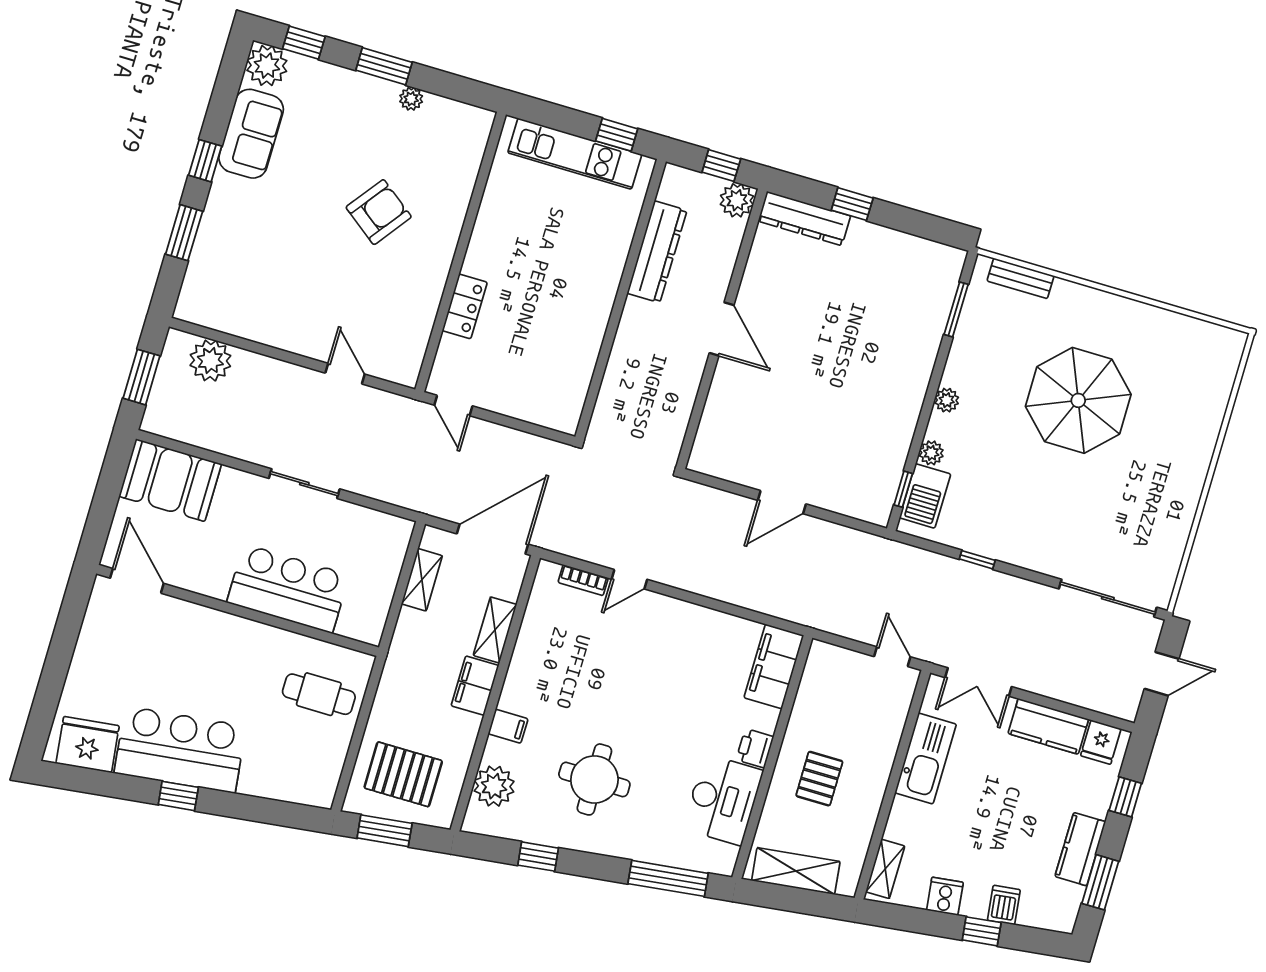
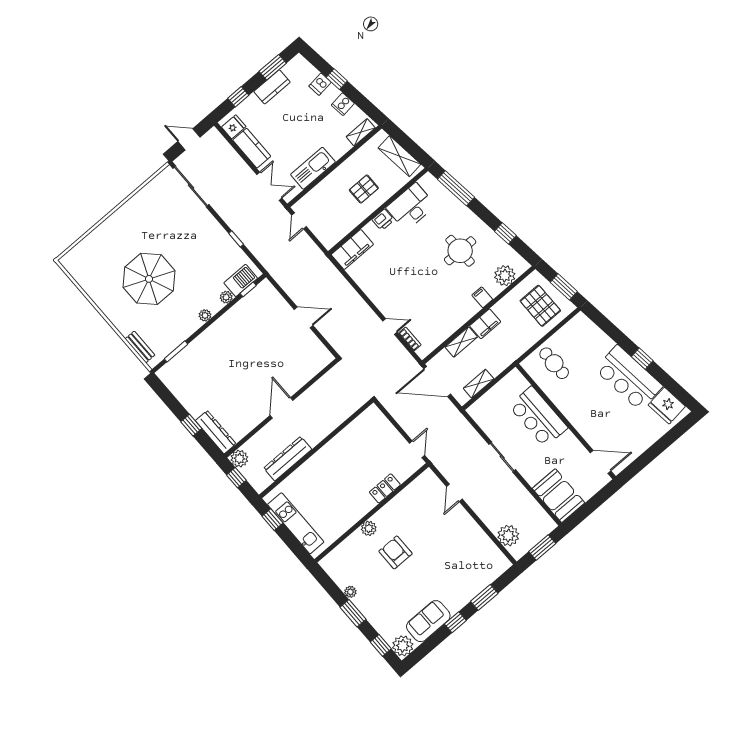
armchair: (379, 212) -> (396, 552), turned 53
plant: (449, 223) -> (369, 528), added
door: (137, 581) -> (600, 462), swing flipped

